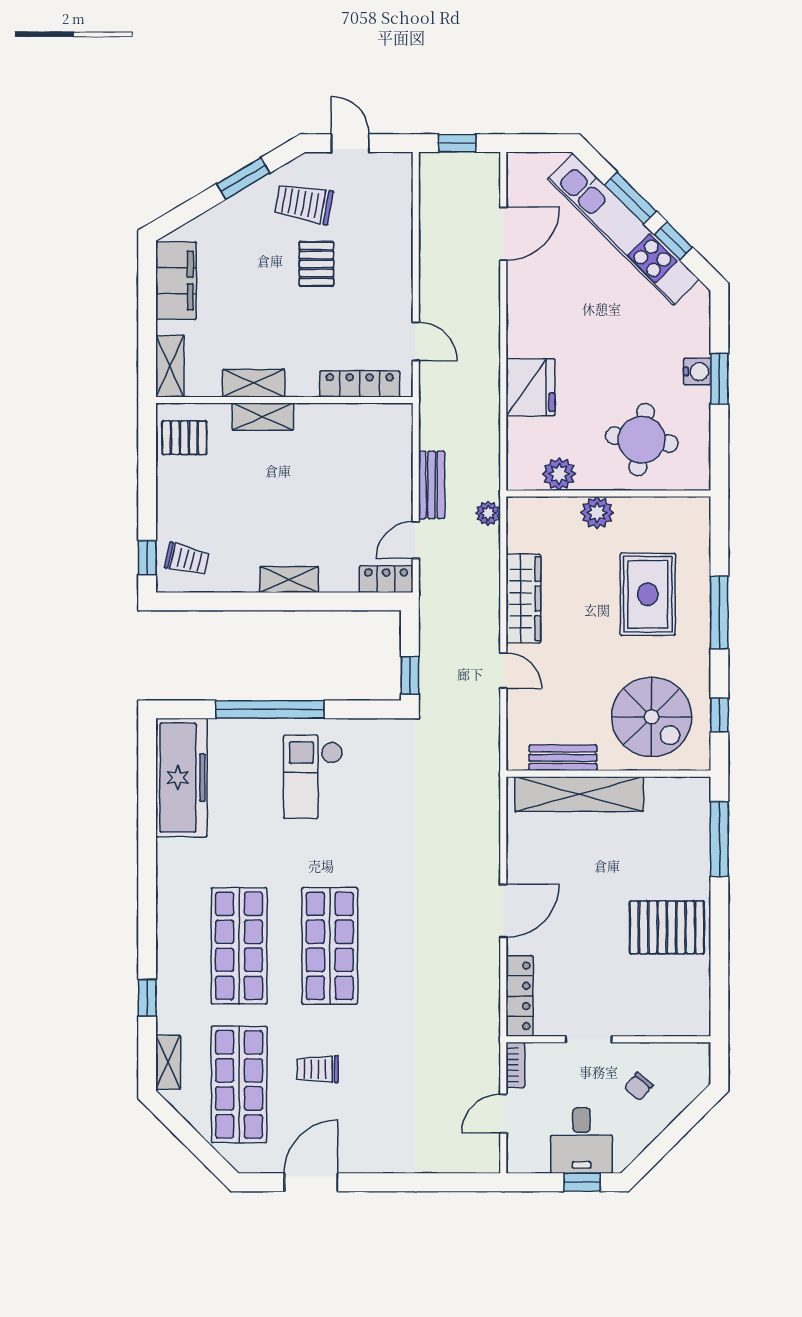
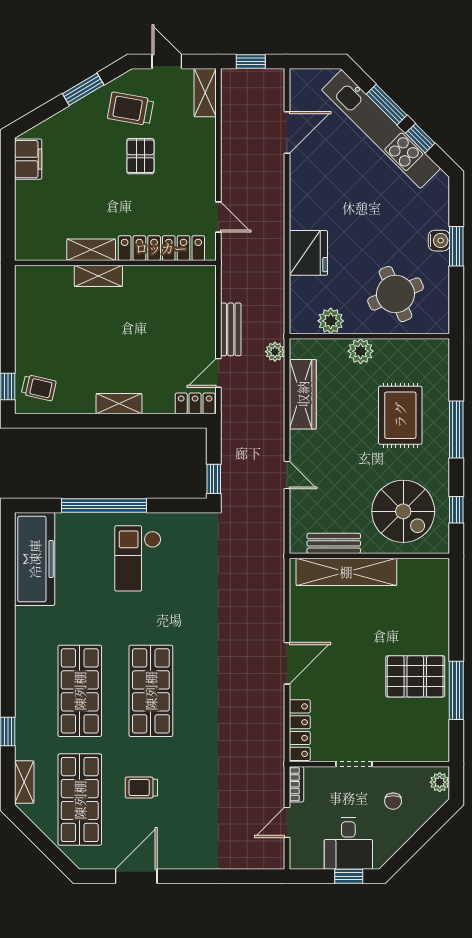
filing cabinet: (176, 281) -> (28, 159), width x0.67, depth x0.86
shelving: (170, 366) -> (205, 93), moved
locker: (360, 384) -> (161, 248), width x1.41, depth x1.21
pallet: (184, 438) -> (37, 292), removed
round table: (642, 440) -> (395, 294), turned -31
wardrobe: (523, 599) -> (303, 394), moved
window: (719, 839) -> (456, 690), moved
plant: (698, 1062) -> (440, 782), added
chair: (639, 1086) -> (393, 801), turned -40

